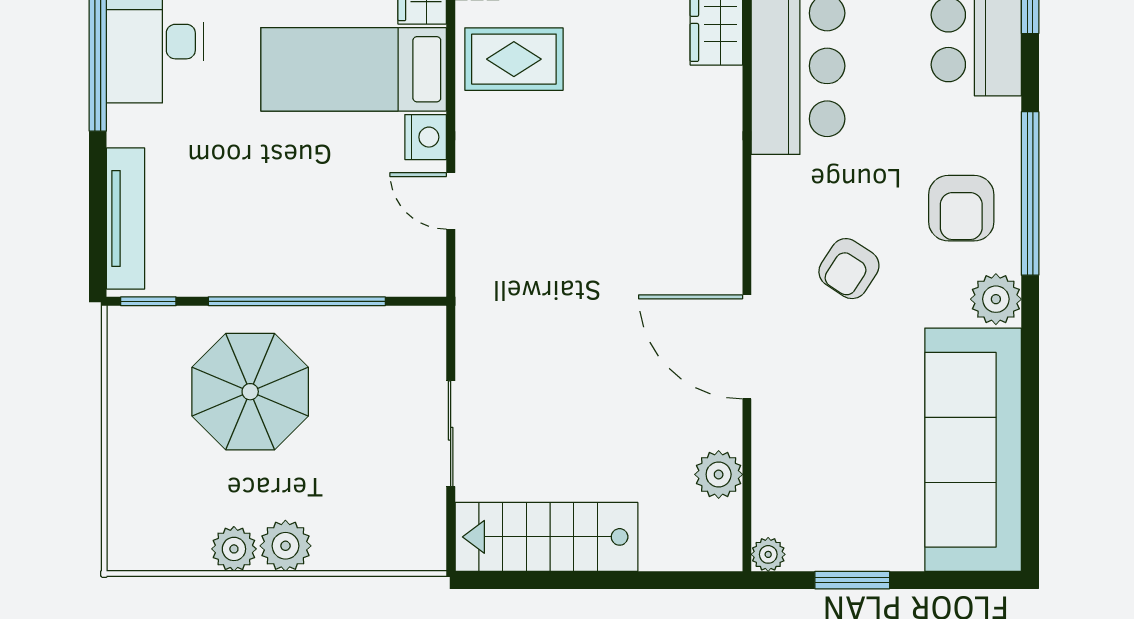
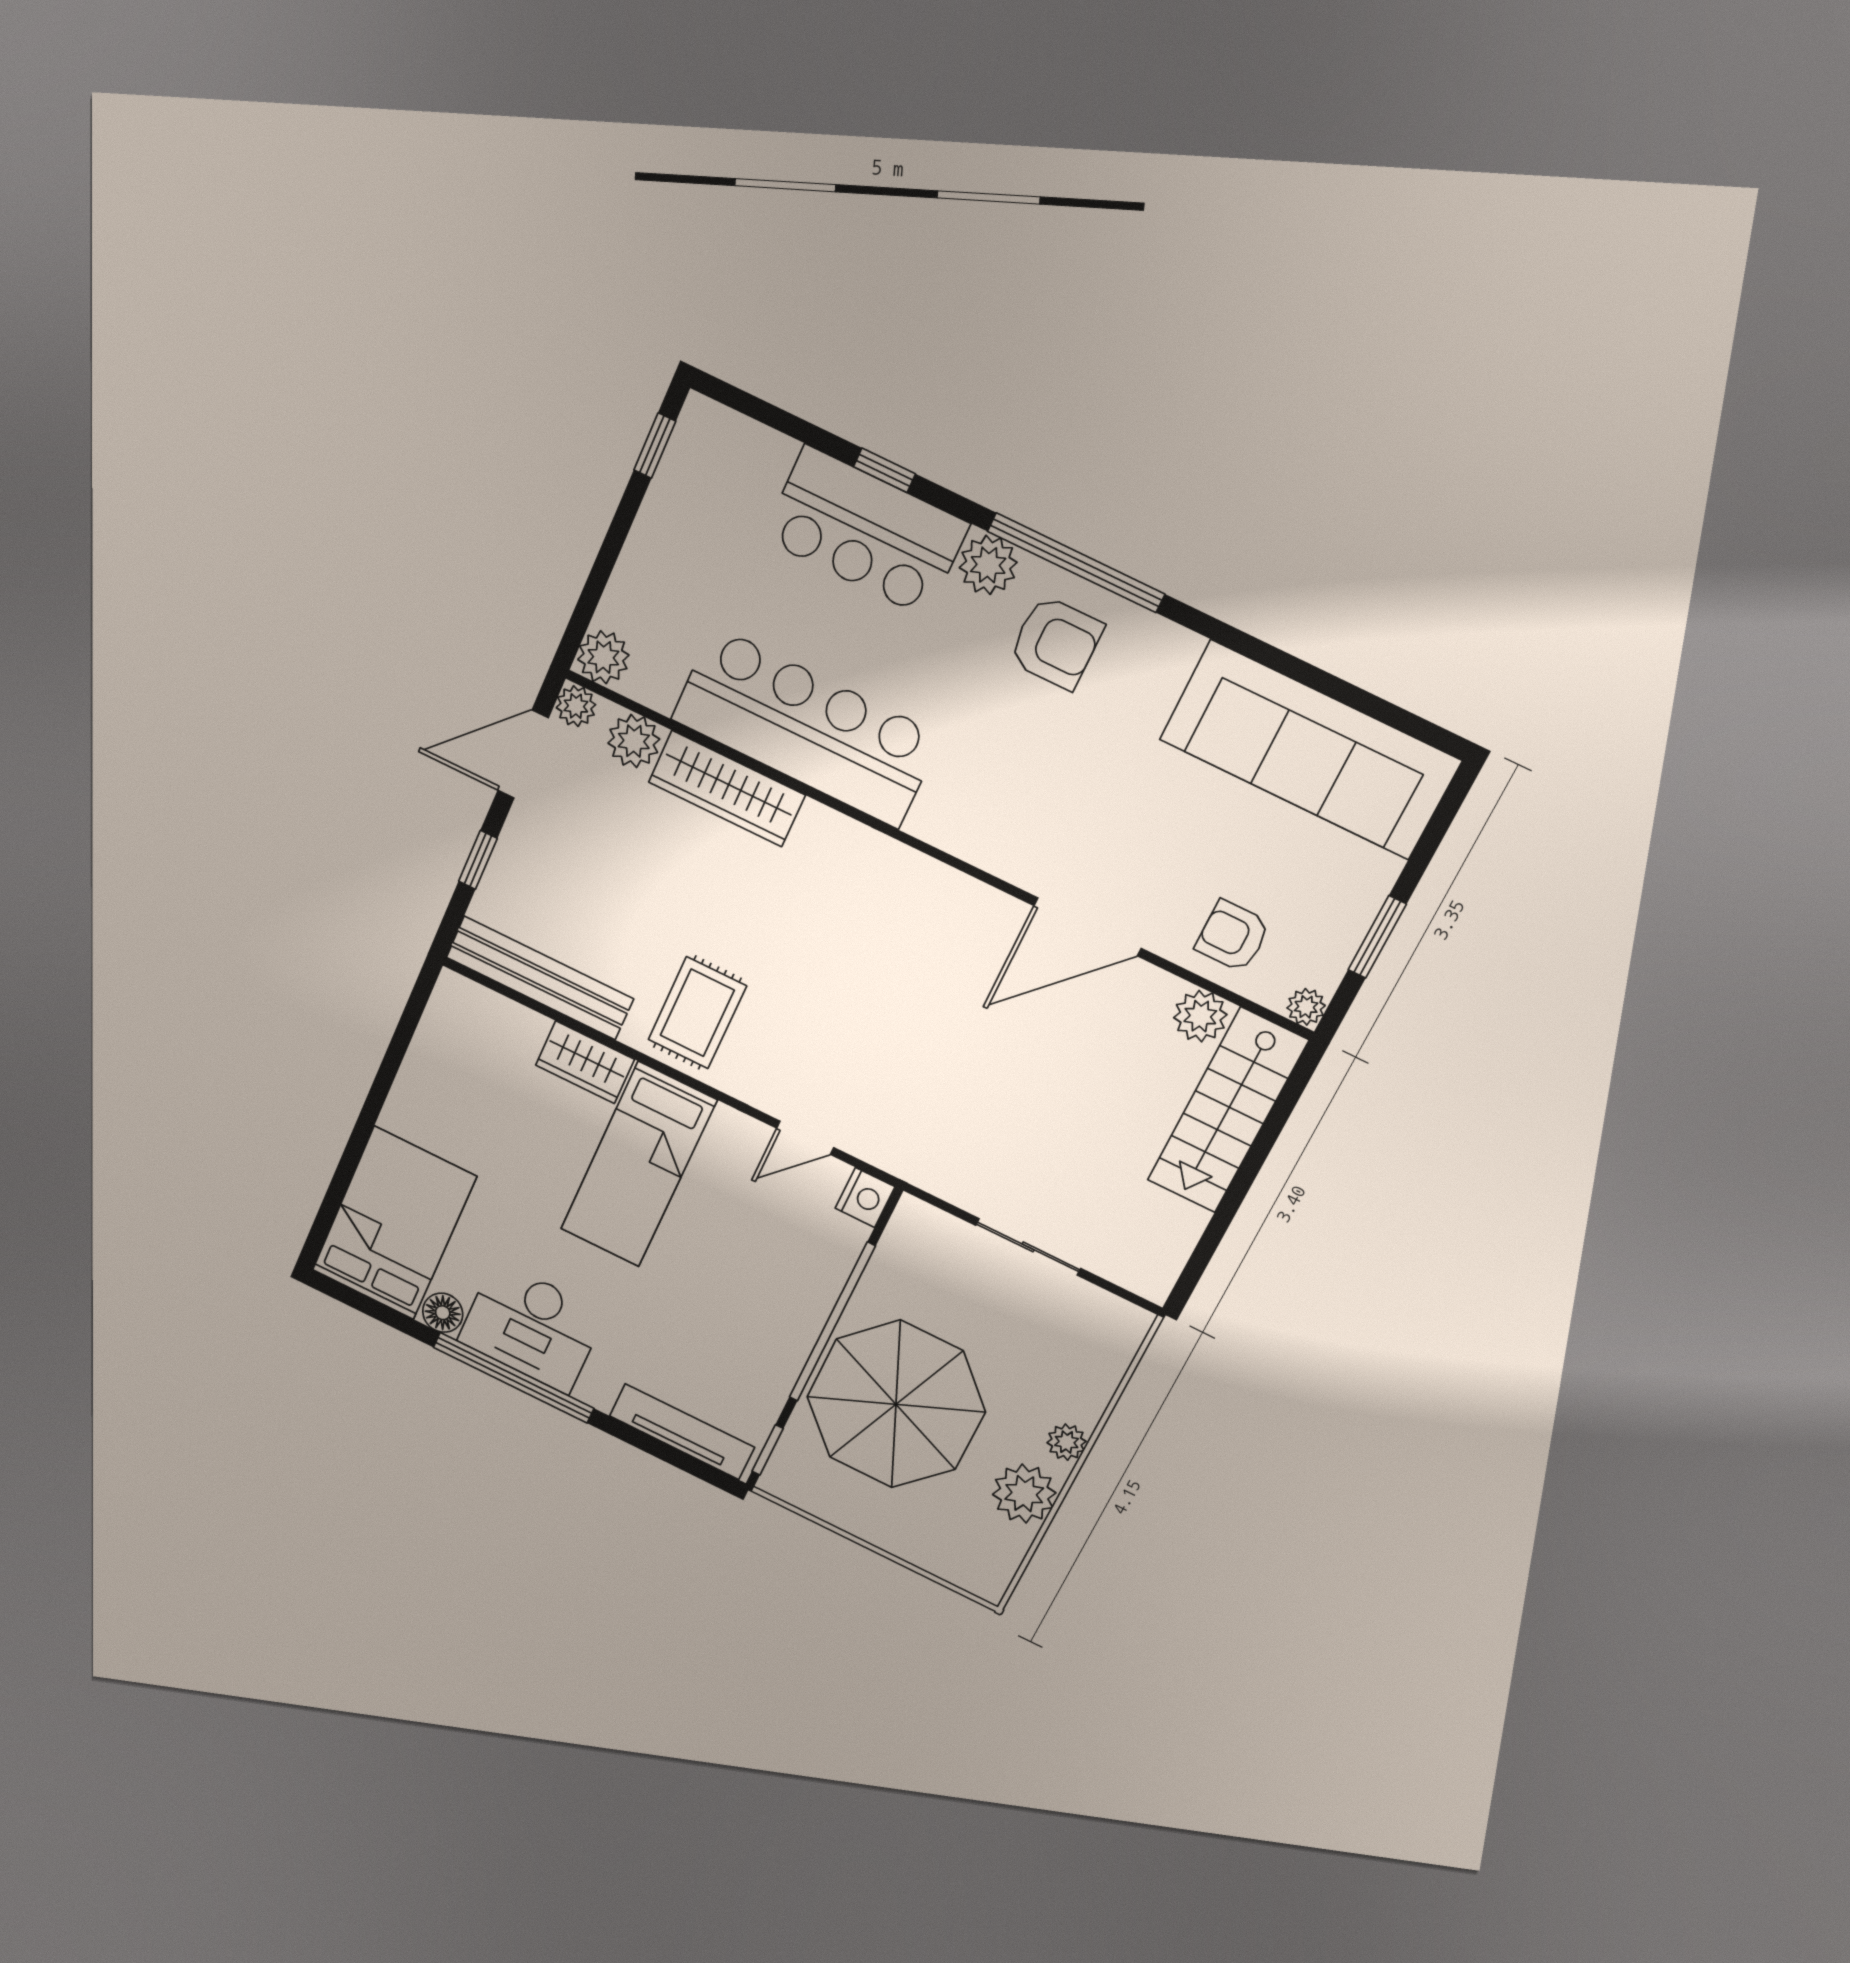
nightstand: (426, 137) -> (865, 1197), moved, turned 90
armchair: (849, 269) -> (1233, 936), moved, turned 147
plant: (996, 299) -> (988, 565), moved
parasol: (250, 392) -> (896, 1404), width x1.36, depth x1.36
stairs: (546, 537) -> (1227, 1111), moved
plant: (285, 546) -> (1067, 1442), width x0.73, depth x0.73
plant: (234, 549) -> (1024, 1494), width x1.36, depth x1.36

